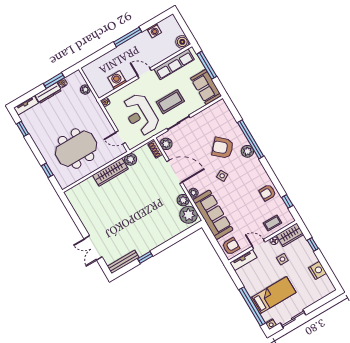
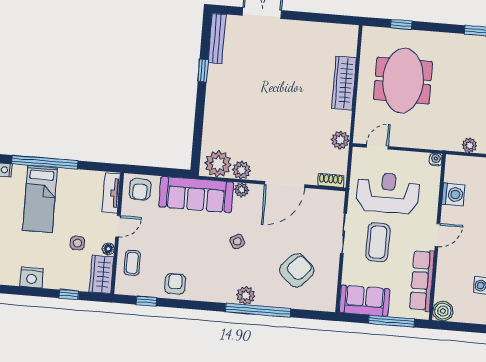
plant: (166, 144) -> (328, 199), removed
armchair: (223, 148) -> (297, 270), moved
wardrobe: (110, 172) -> (344, 83), moved

